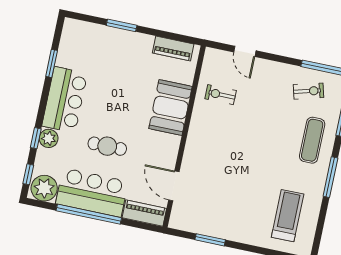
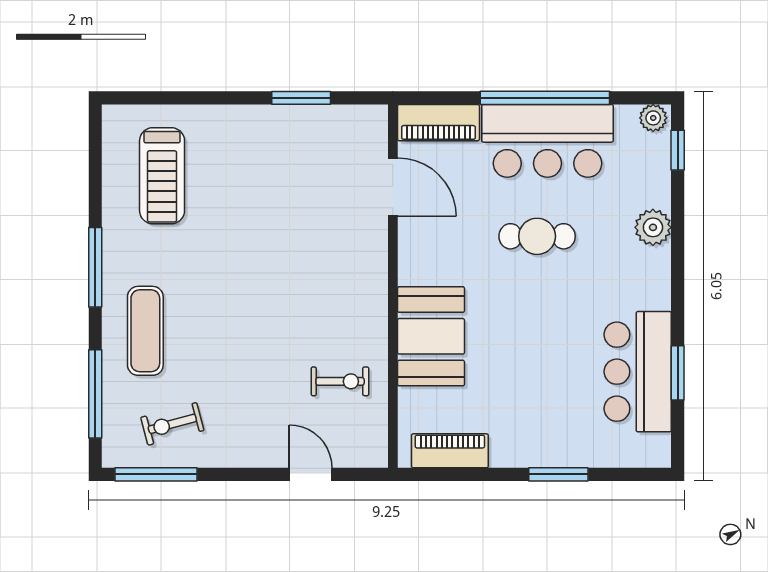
bar counter: (65, 100) -> (638, 372), moved
window: (36, 138) -> (678, 223), removed
plant: (44, 188) -> (653, 118), width x0.53, depth x0.53

